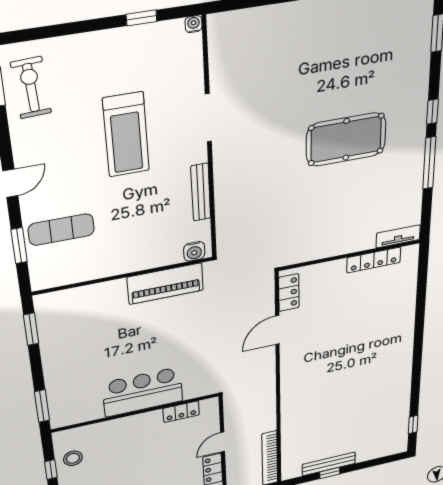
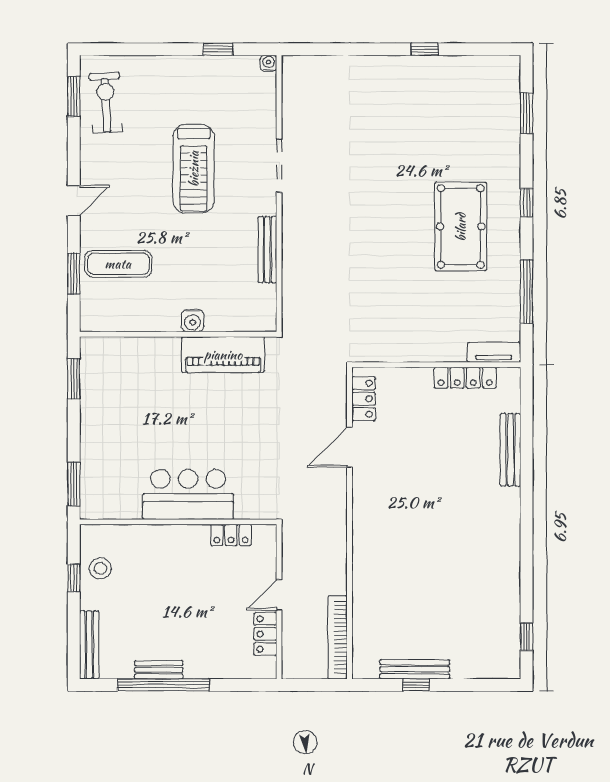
pool table: (346, 139) -> (461, 227), moved, turned 90
window: (429, 163) -> (527, 292), moved
water cooler: (194, 251) -> (193, 320), moved
bench: (408, 305) -> (510, 450), added

